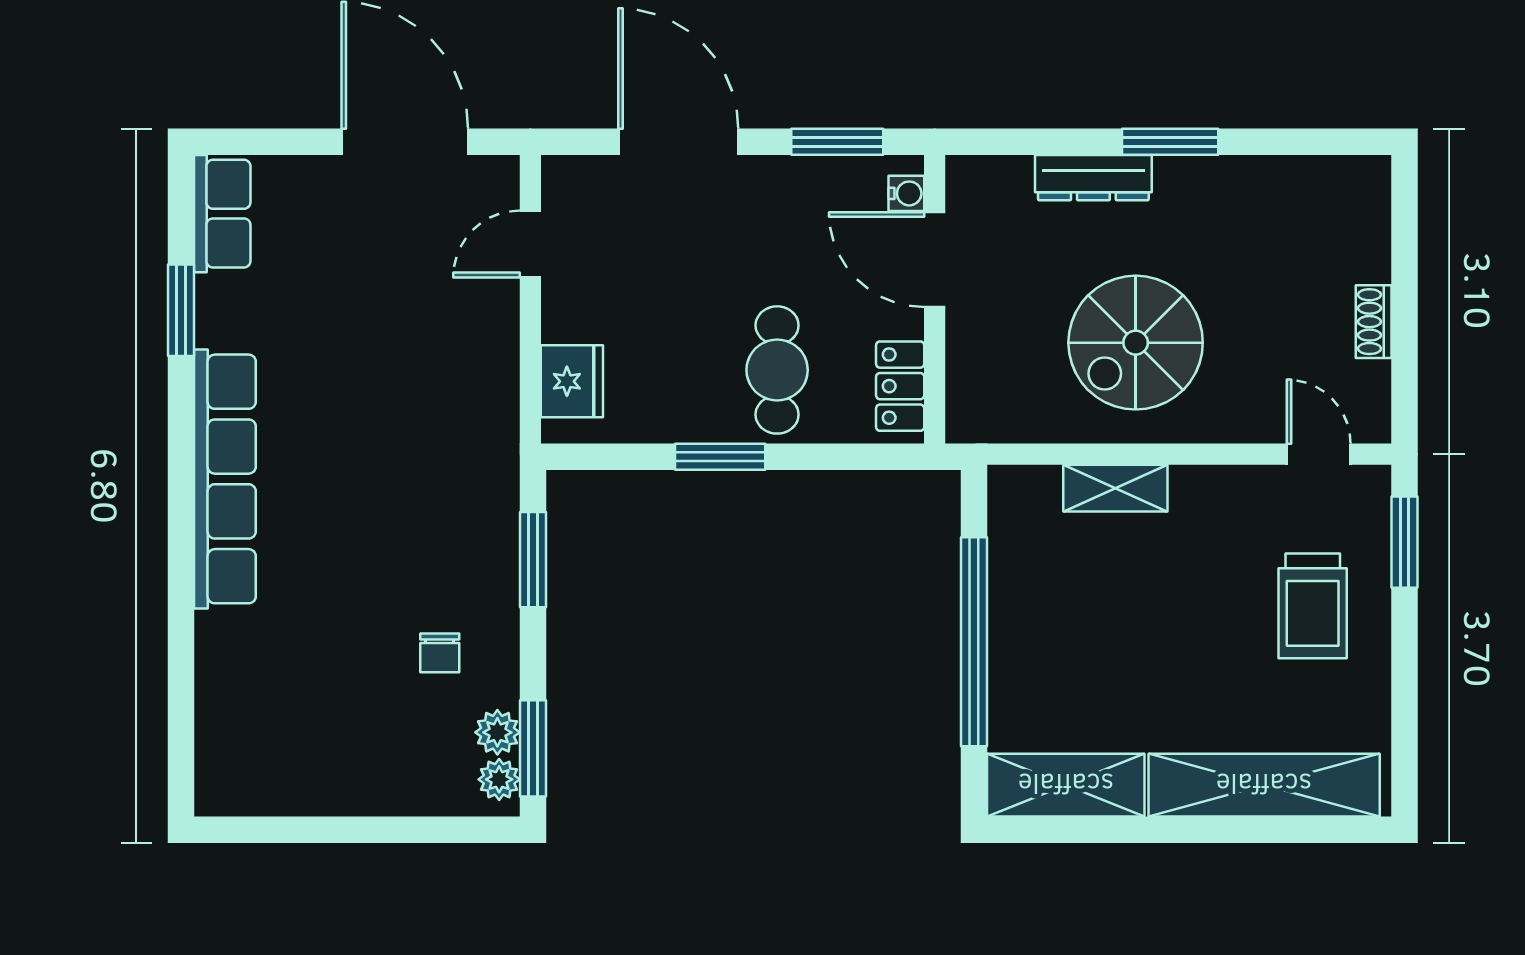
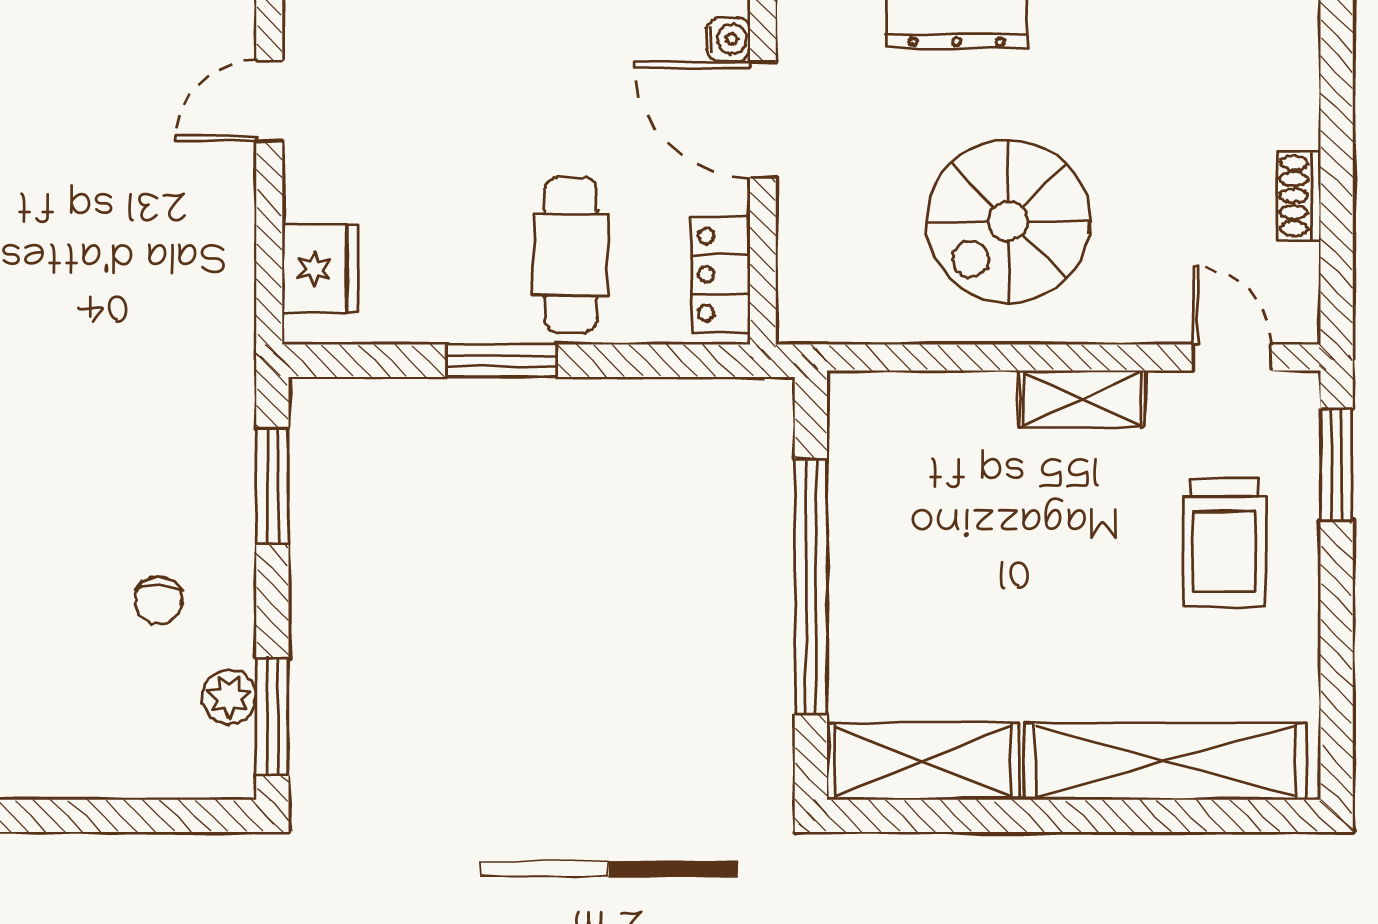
shelving: (1115, 488) -> (1082, 399), moved
plant: (499, 779) -> (231, 755), removed

